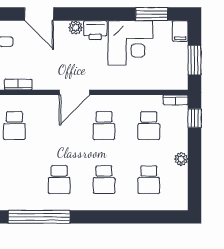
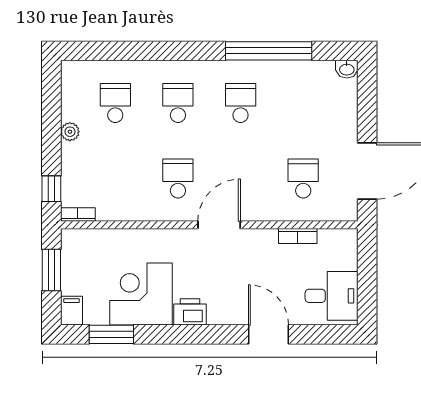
plant: (76, 28) -> (218, 316), removed
school desk: (149, 126) -> (115, 179), removed

